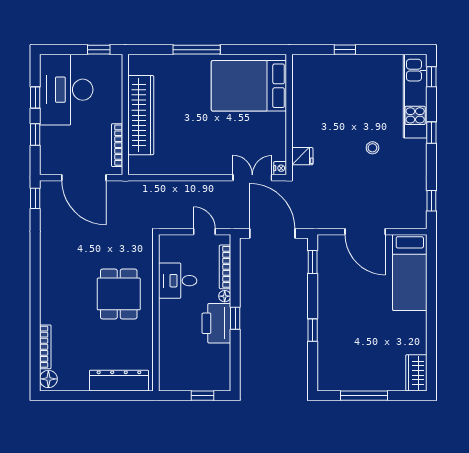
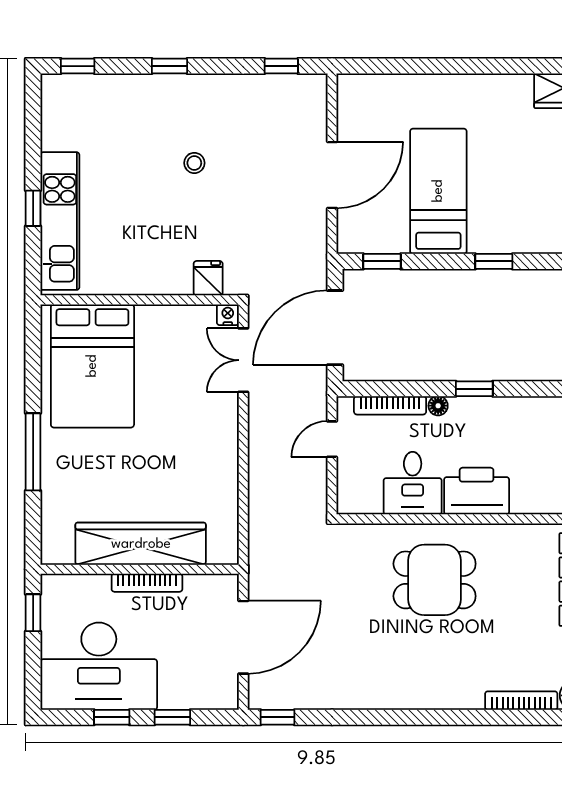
kitchen unit: (415, 96) -> (60, 221), moved, turned -90
bookcase: (117, 145) -> (147, 583), moved
bed: (410, 272) -> (438, 191), moved, turned -90
printer: (216, 323) -> (477, 491), moved, turned 180

